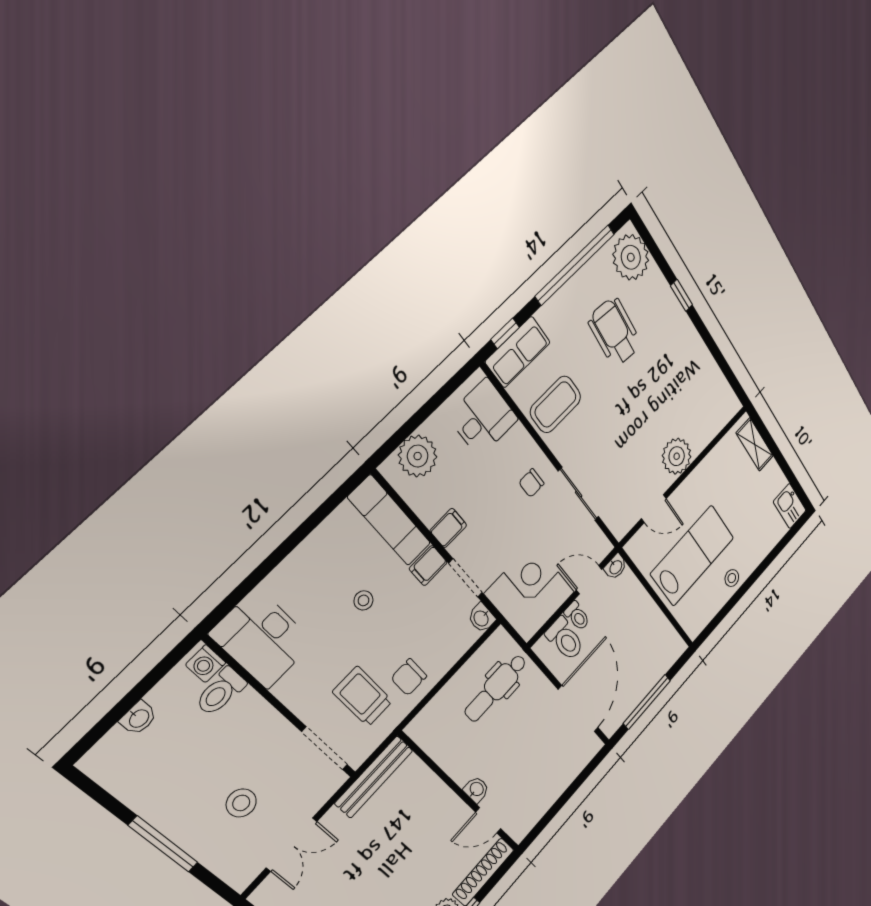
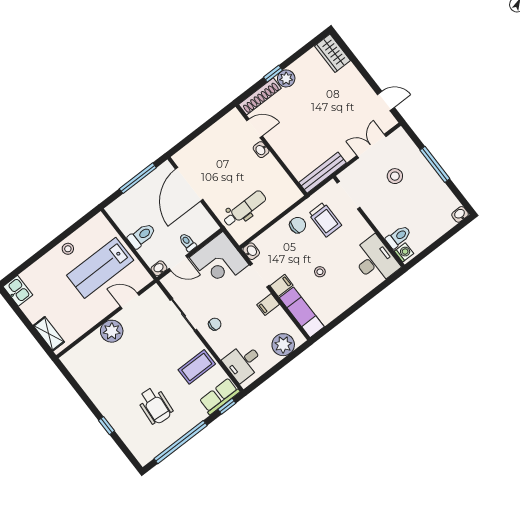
plant: (631, 257) -> (143, 447), removed
toilet: (565, 639) -> (142, 236), moved, turned 90
washbasin: (139, 718) -> (460, 214), moved

